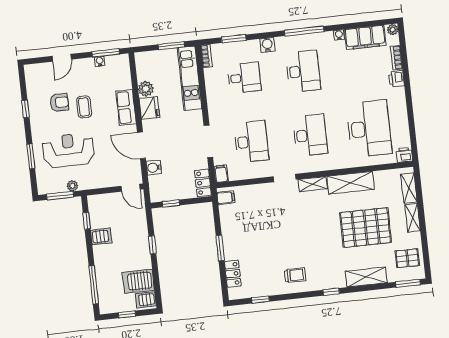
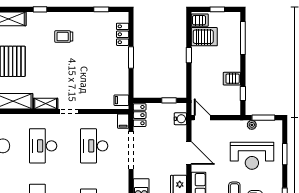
doorway: (208, 141) -> (131, 150), width x1.36
water cooler: (154, 168) -> (180, 119), moved
window: (152, 245) -> (189, 55), moved
trolley: (295, 275) -> (64, 37), moved

